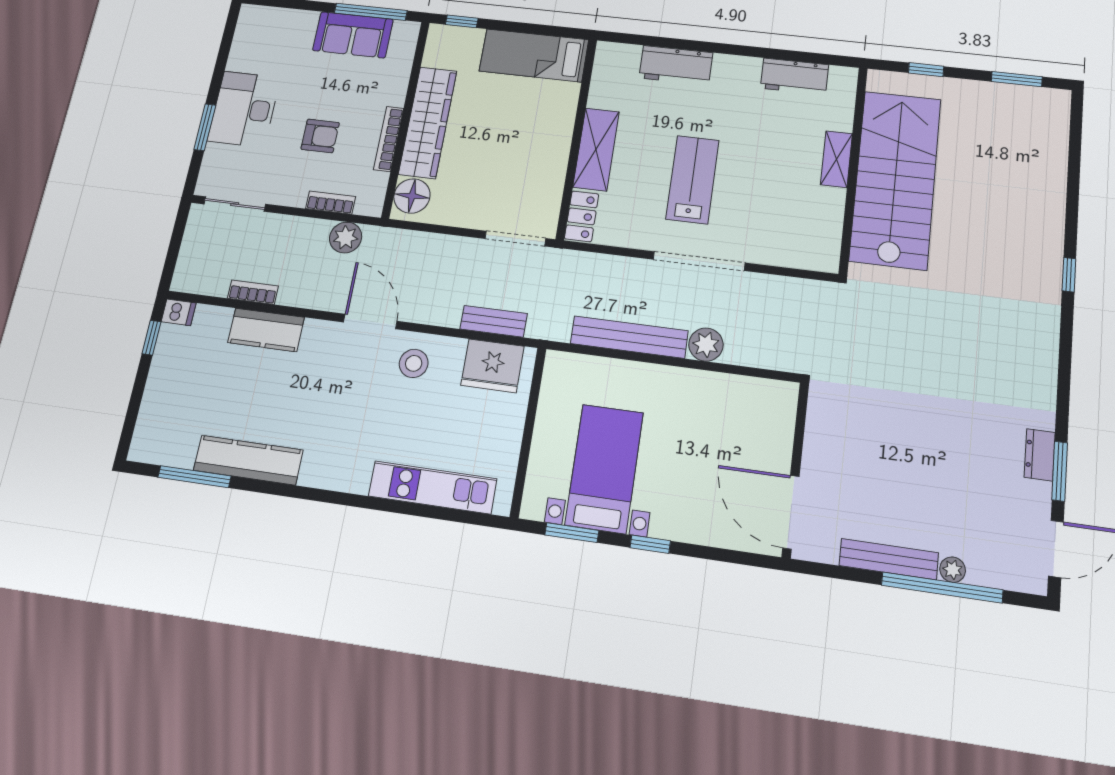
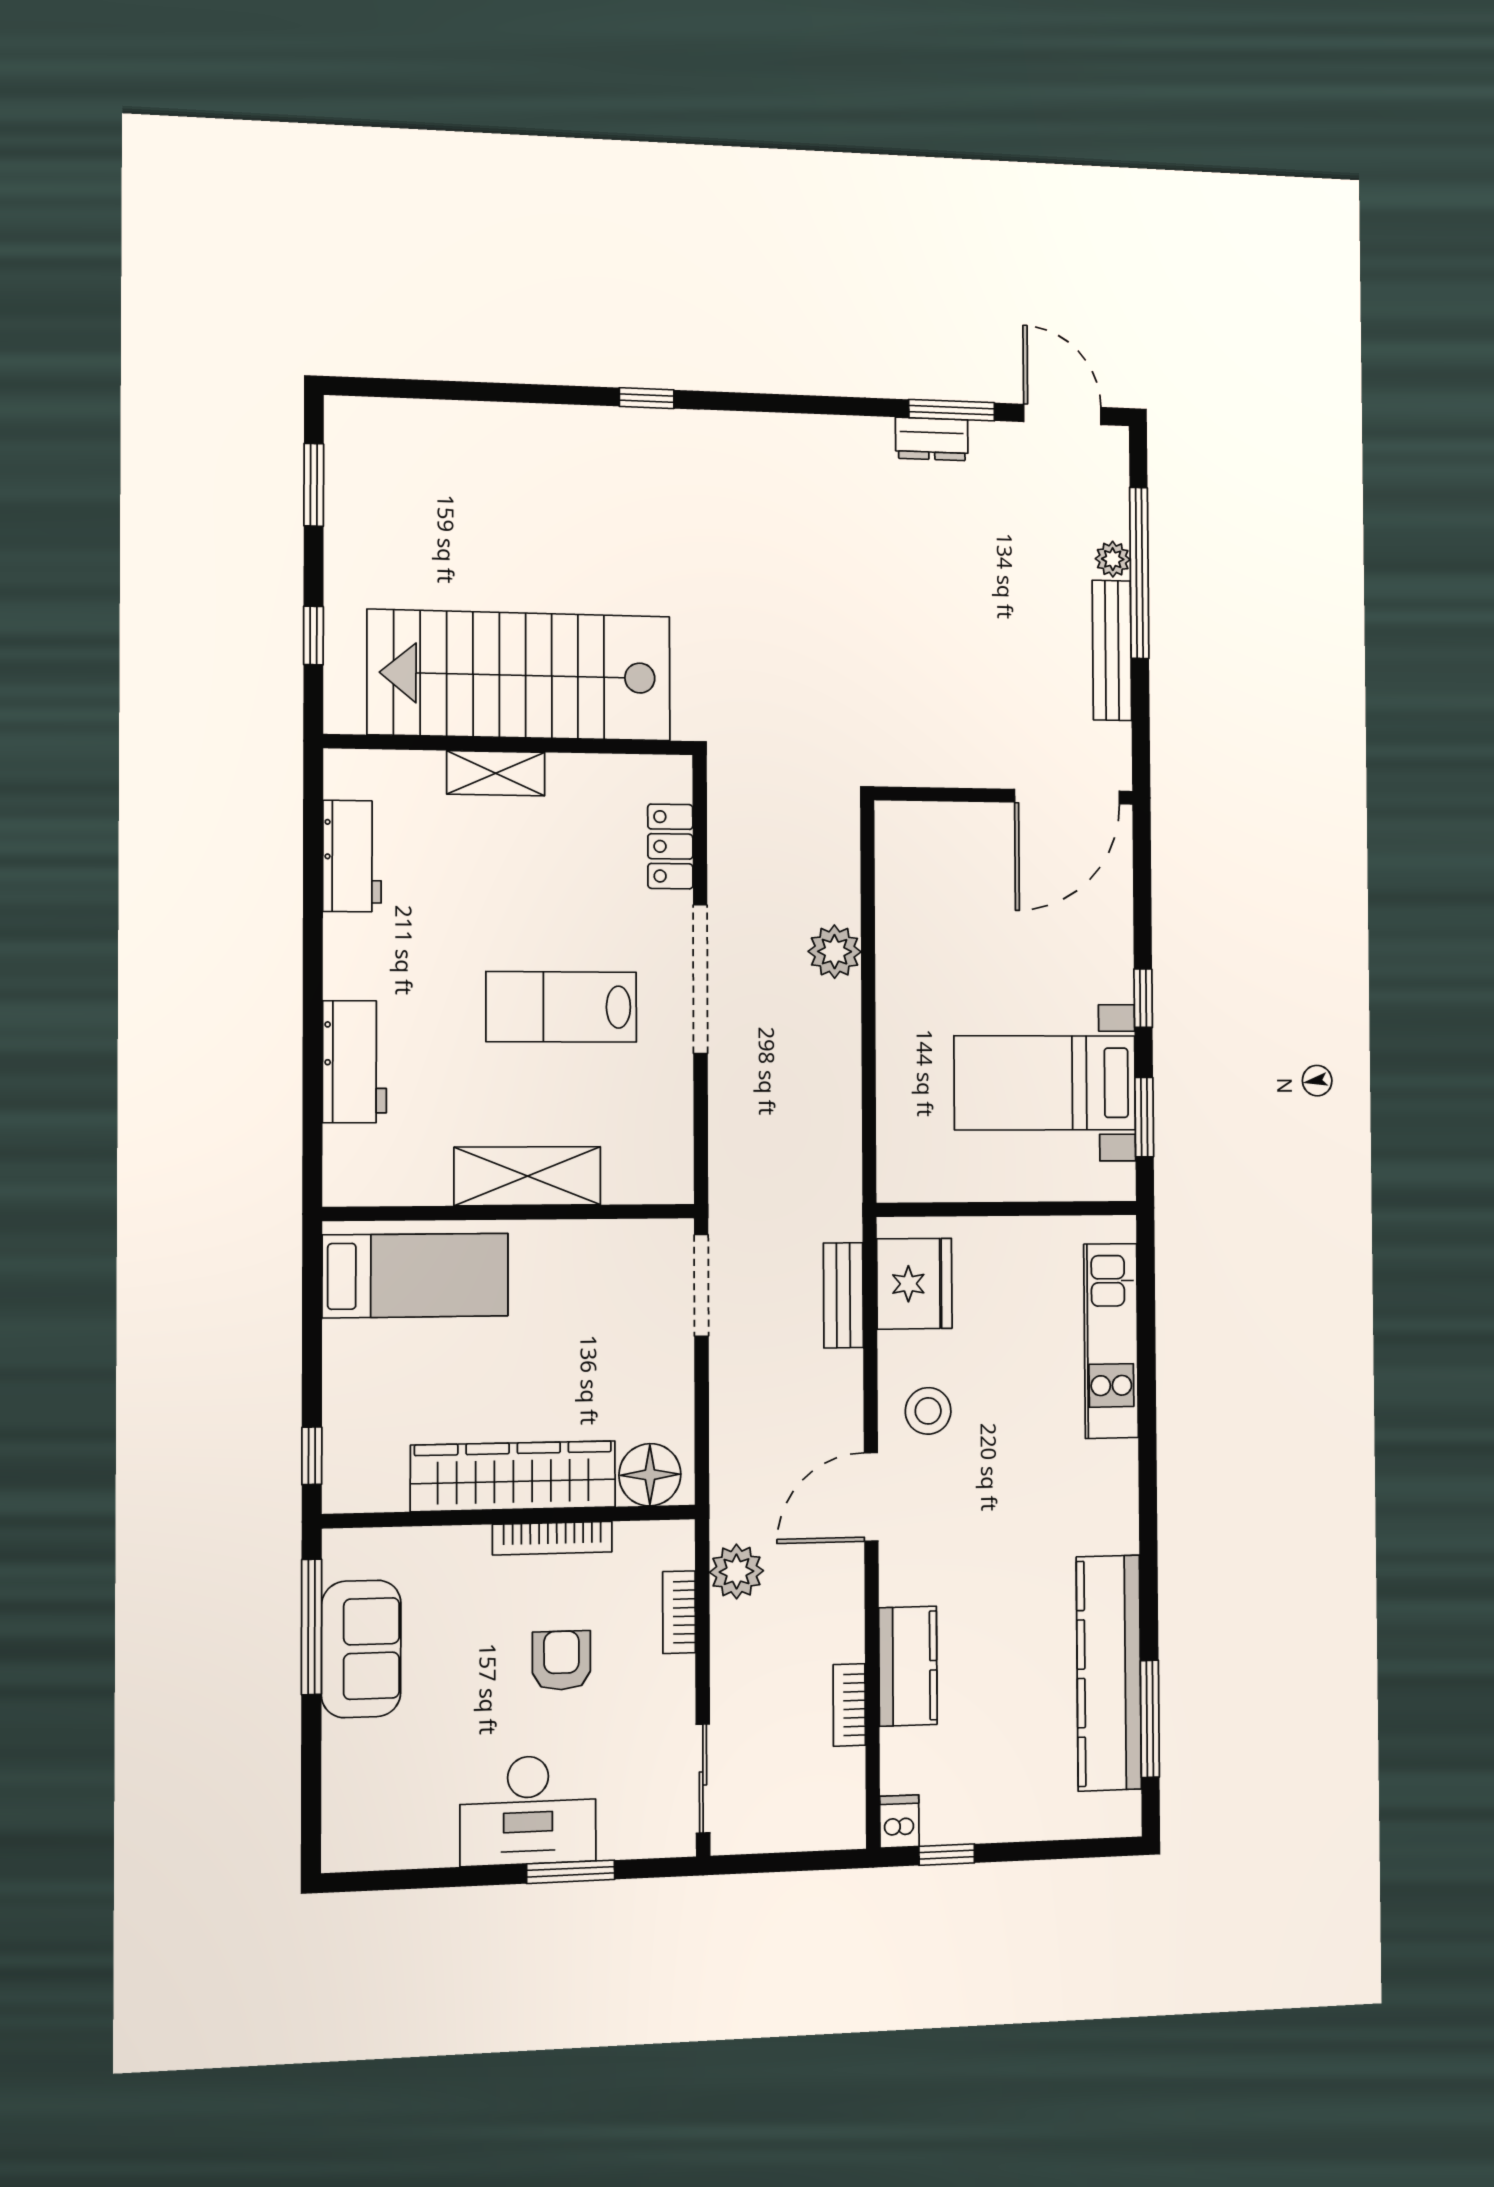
bed: (534, 55) -> (415, 1276), moved, turned -90
locker: (582, 216) -> (670, 846), moved, turned -90
bench: (629, 337) -> (839, 1074), removed
kitchen counter: (248, 460) -> (1109, 1673), width x1.39, depth x1.17

